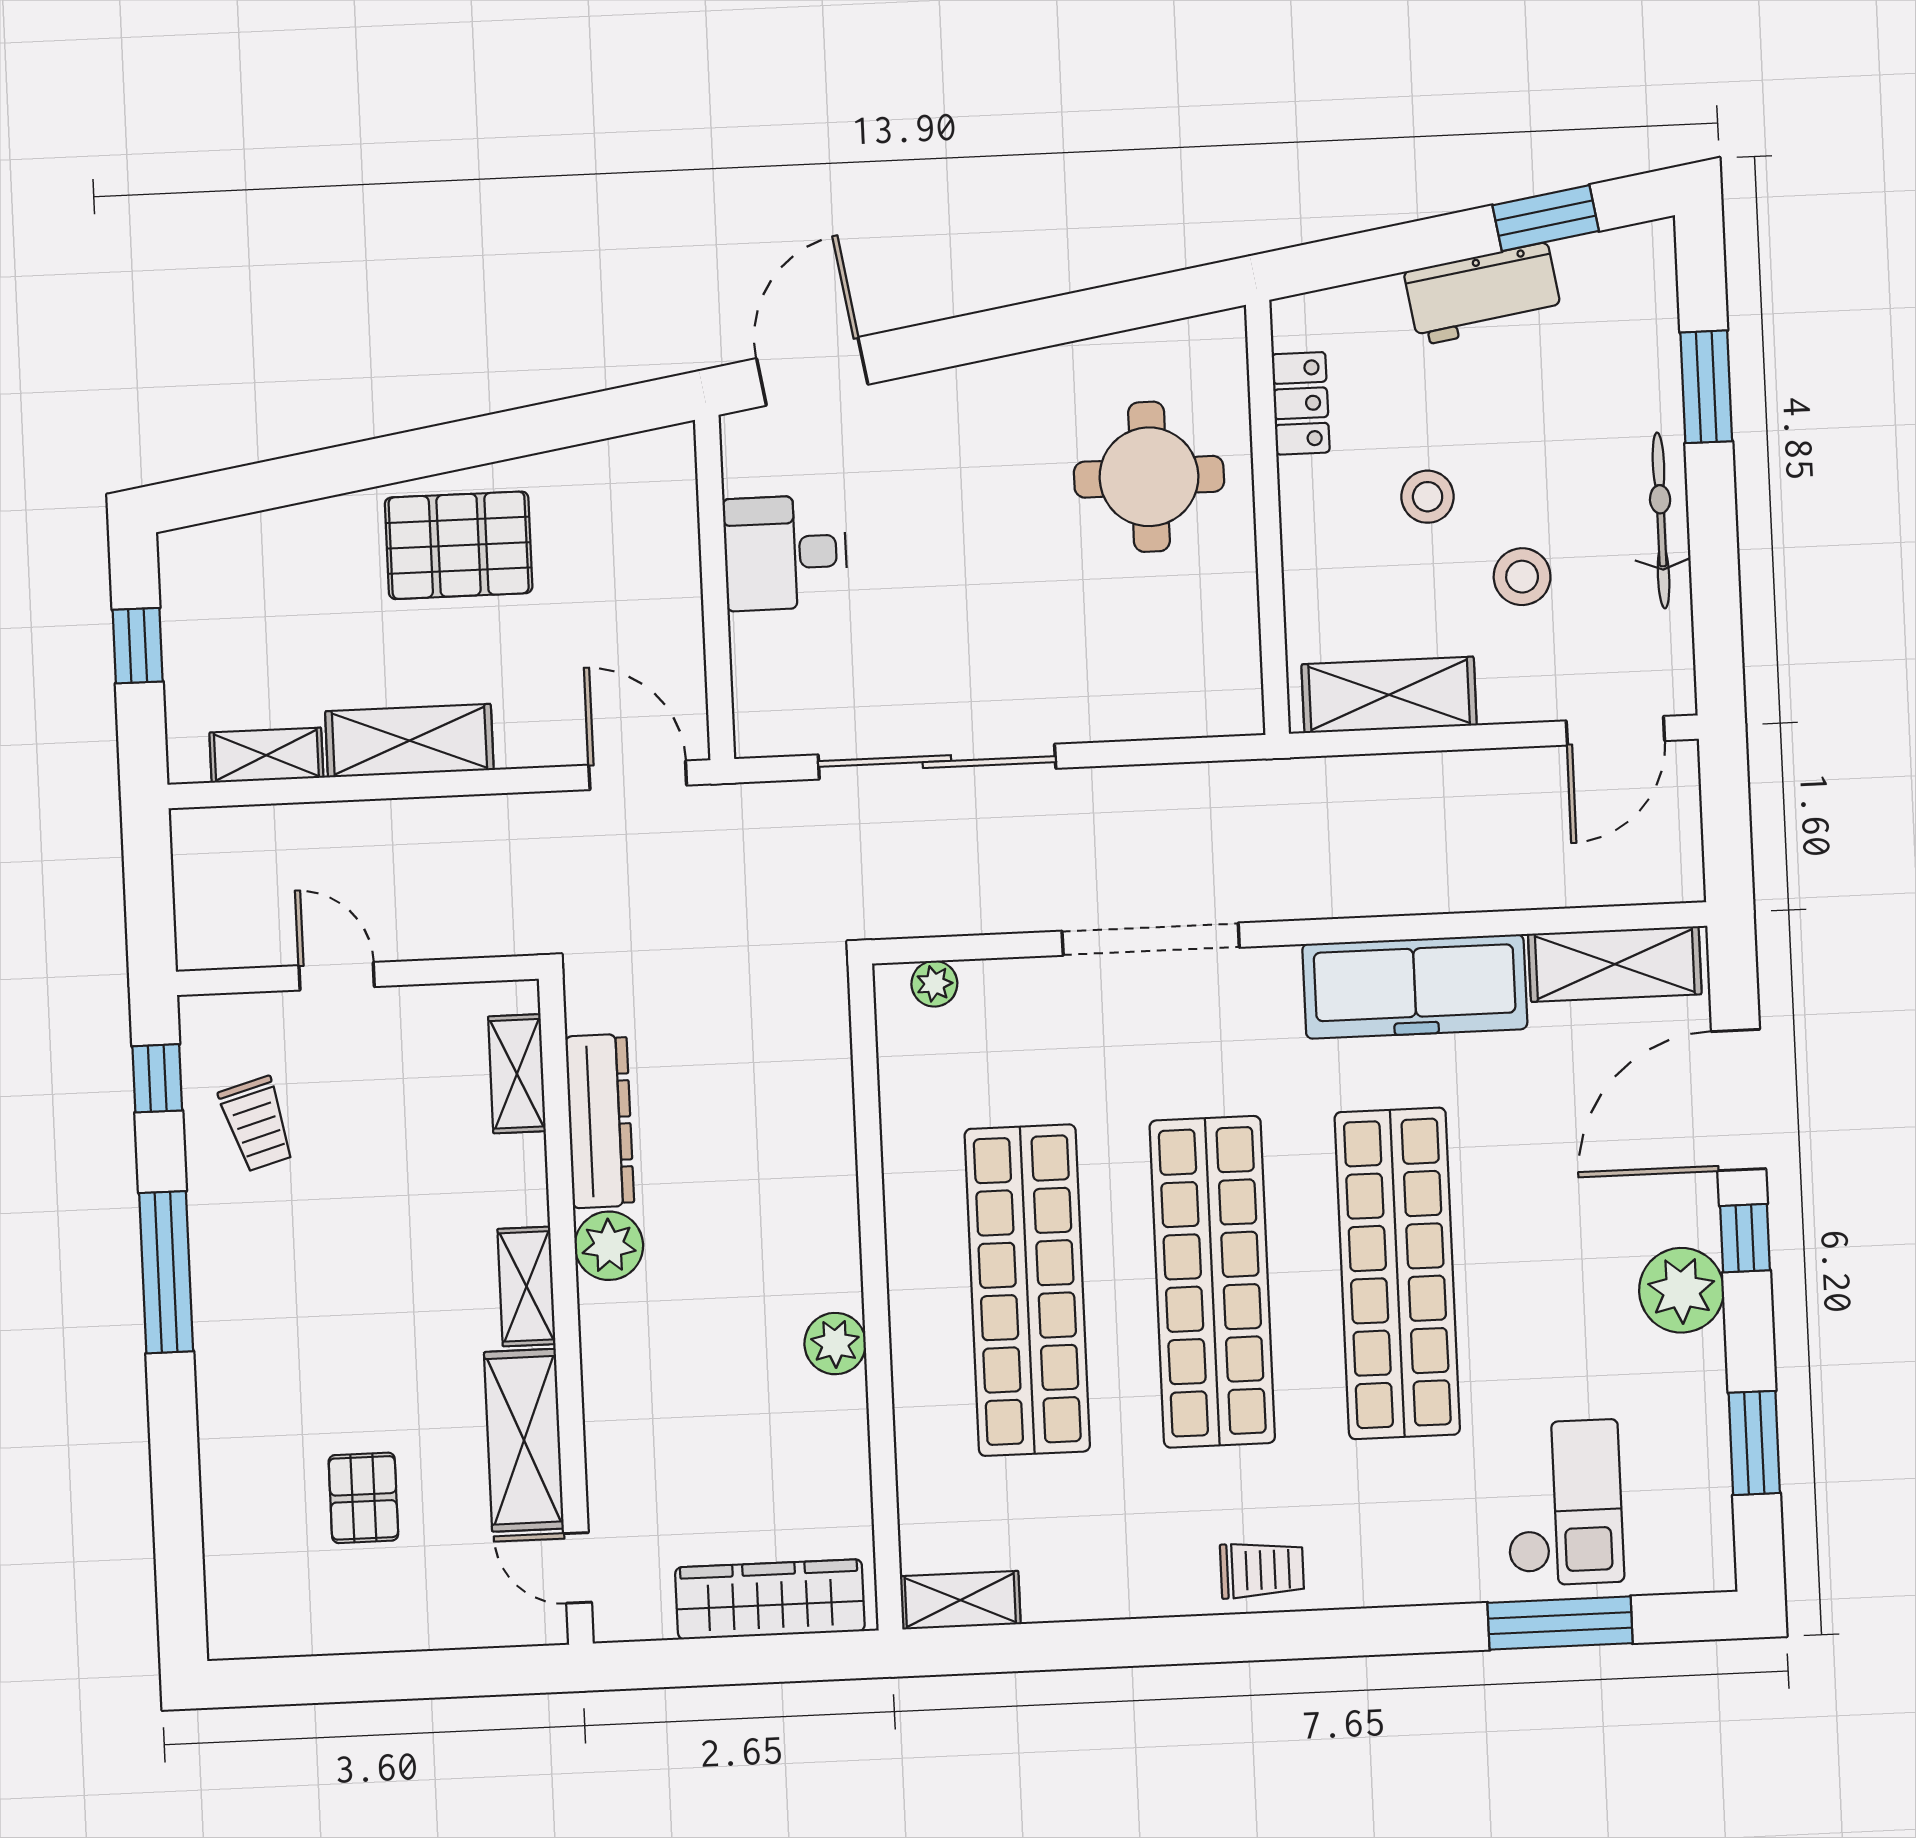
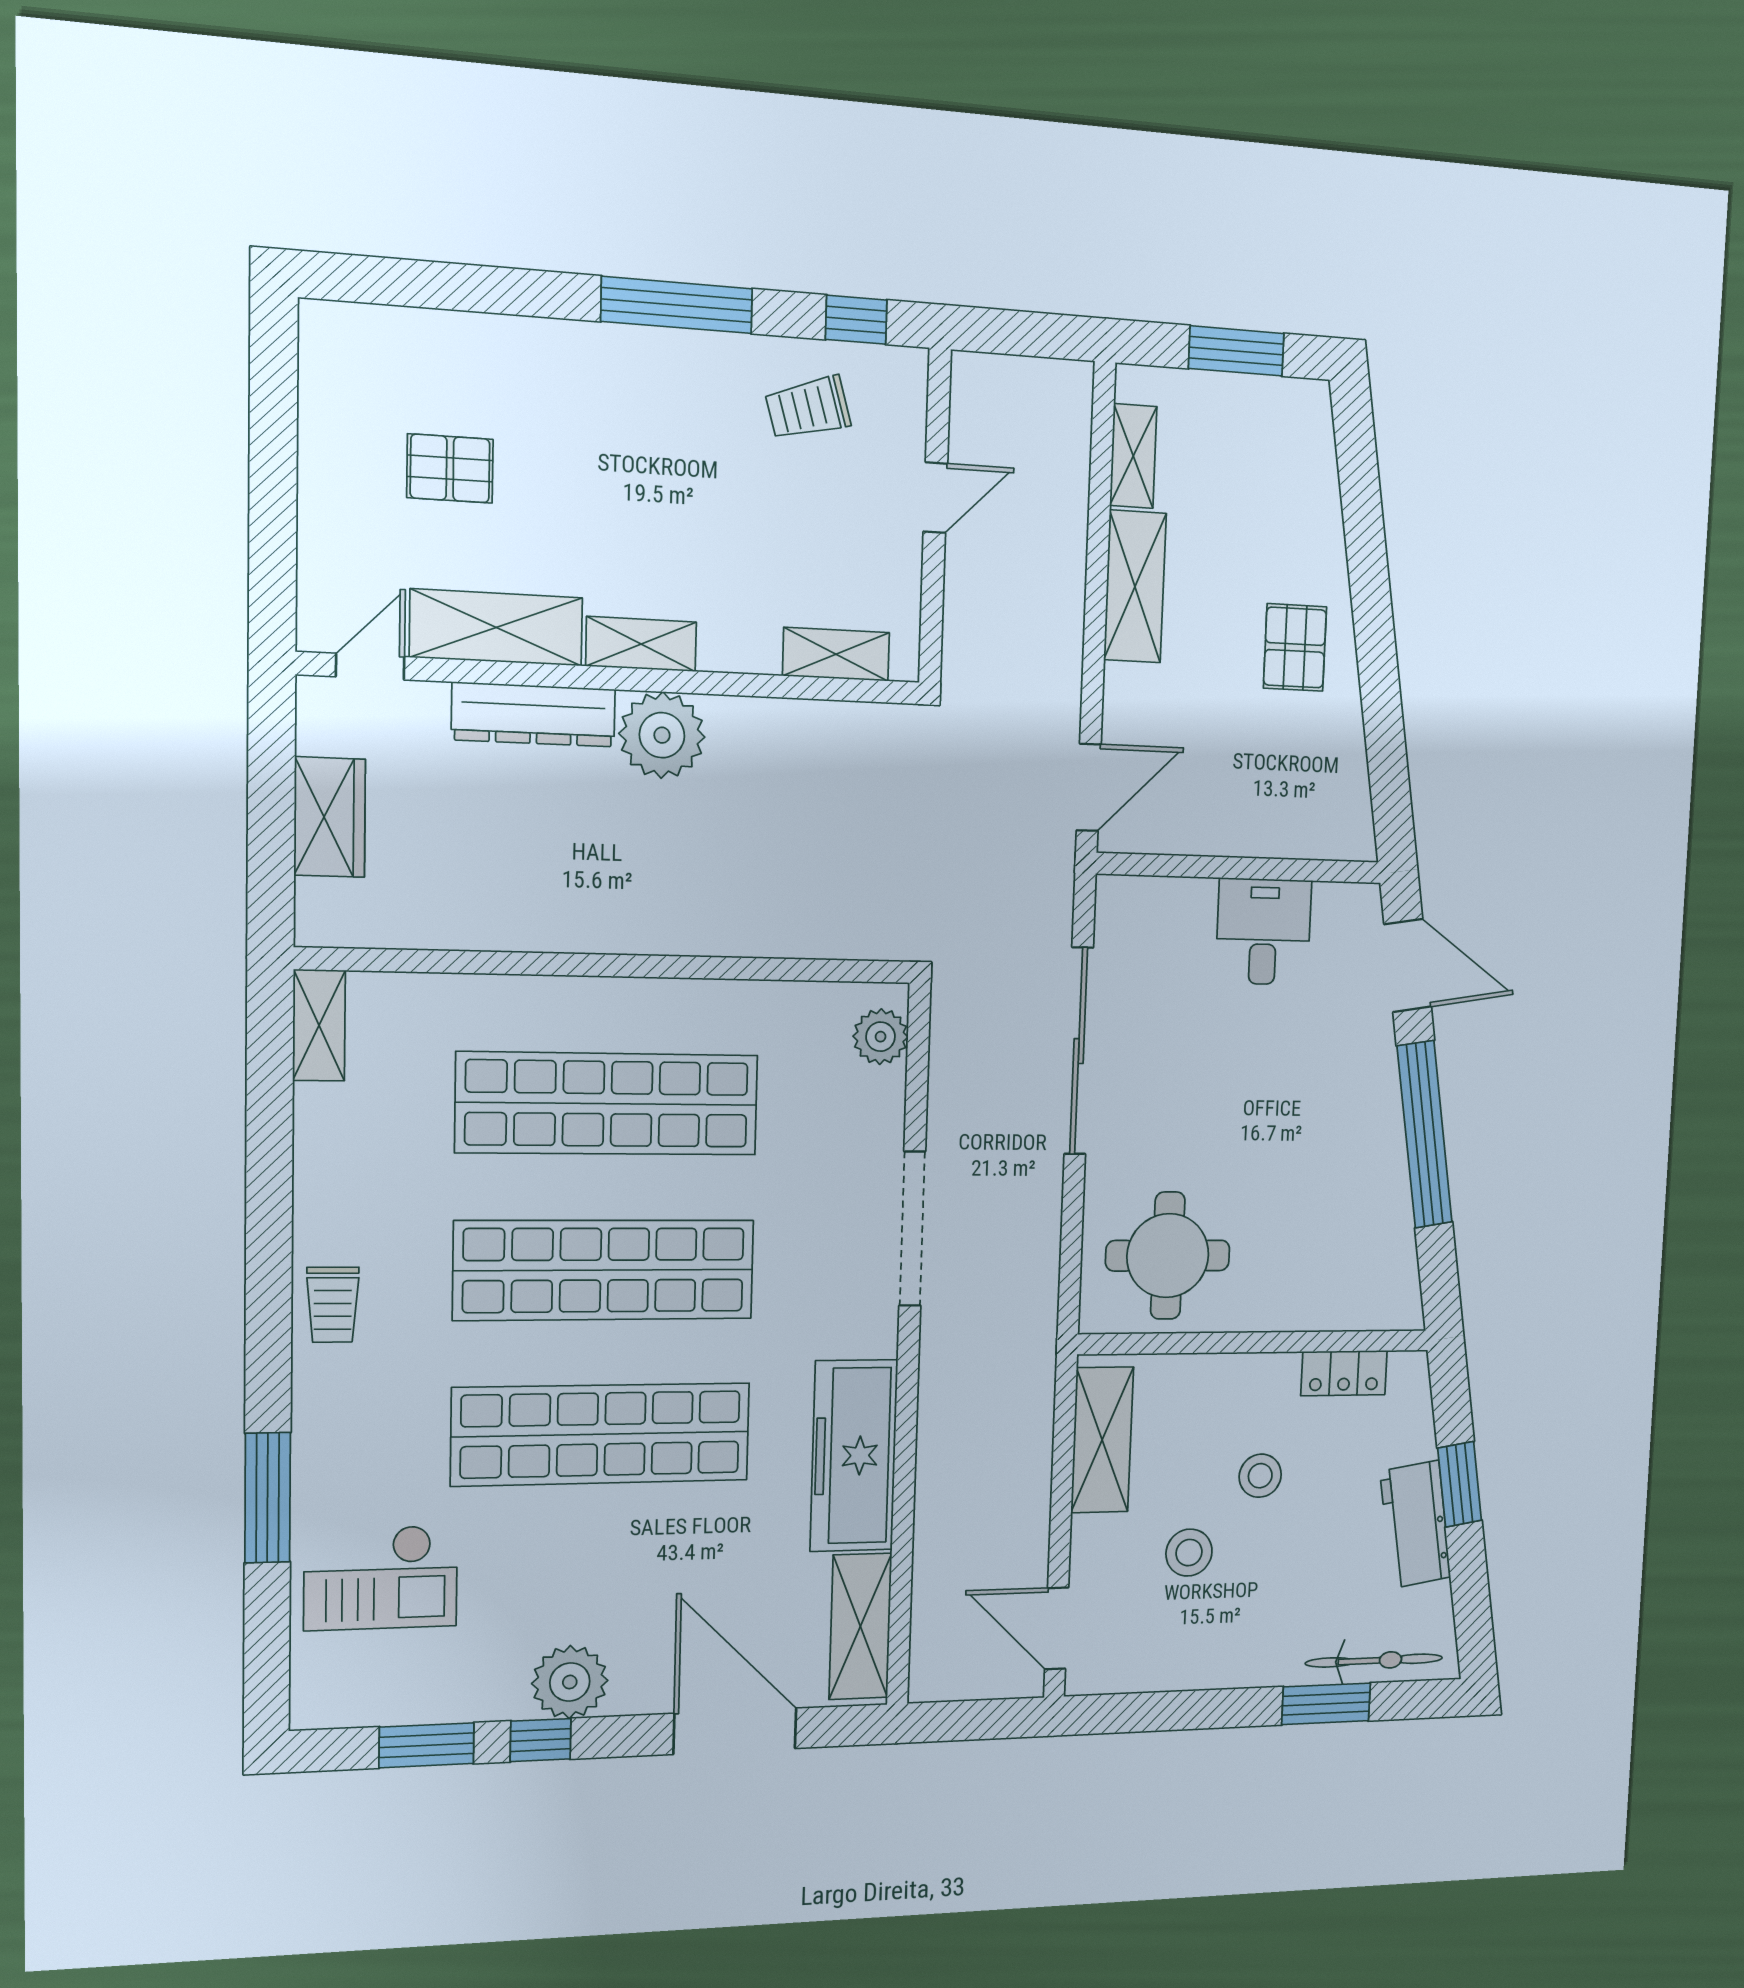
window: (1546, 218) -> (1460, 1484), moved
window: (1010, 330) -> (1425, 1134), added
round table: (1149, 477) -> (1168, 1256), moved
bicycle: (1661, 520) -> (1374, 1661), moved
pallet: (459, 545) -> (1295, 647), width x0.67, depth x0.71
window: (138, 646) -> (1236, 351), width x1.50
plant: (934, 984) -> (881, 1037), width x1.38, depth x1.38
dresser: (600, 1121) -> (534, 715), moved
window: (1745, 1238) -> (541, 1740), moved
plant: (609, 1246) -> (662, 735), width x1.36, depth x1.36
plant: (835, 1344) -> (570, 925), removed
wardrobe: (770, 1599) -> (330, 817), width x0.67
window: (1560, 1623) -> (268, 1498), moved

